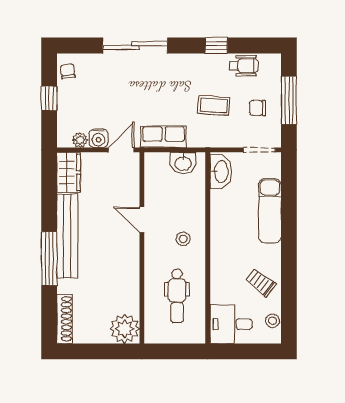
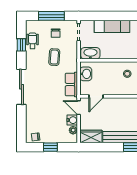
sliding door: (135, 45) -> (21, 87), moved
window: (216, 45) -> (21, 45), moved
door: (142, 220) -> (96, 96), moved

